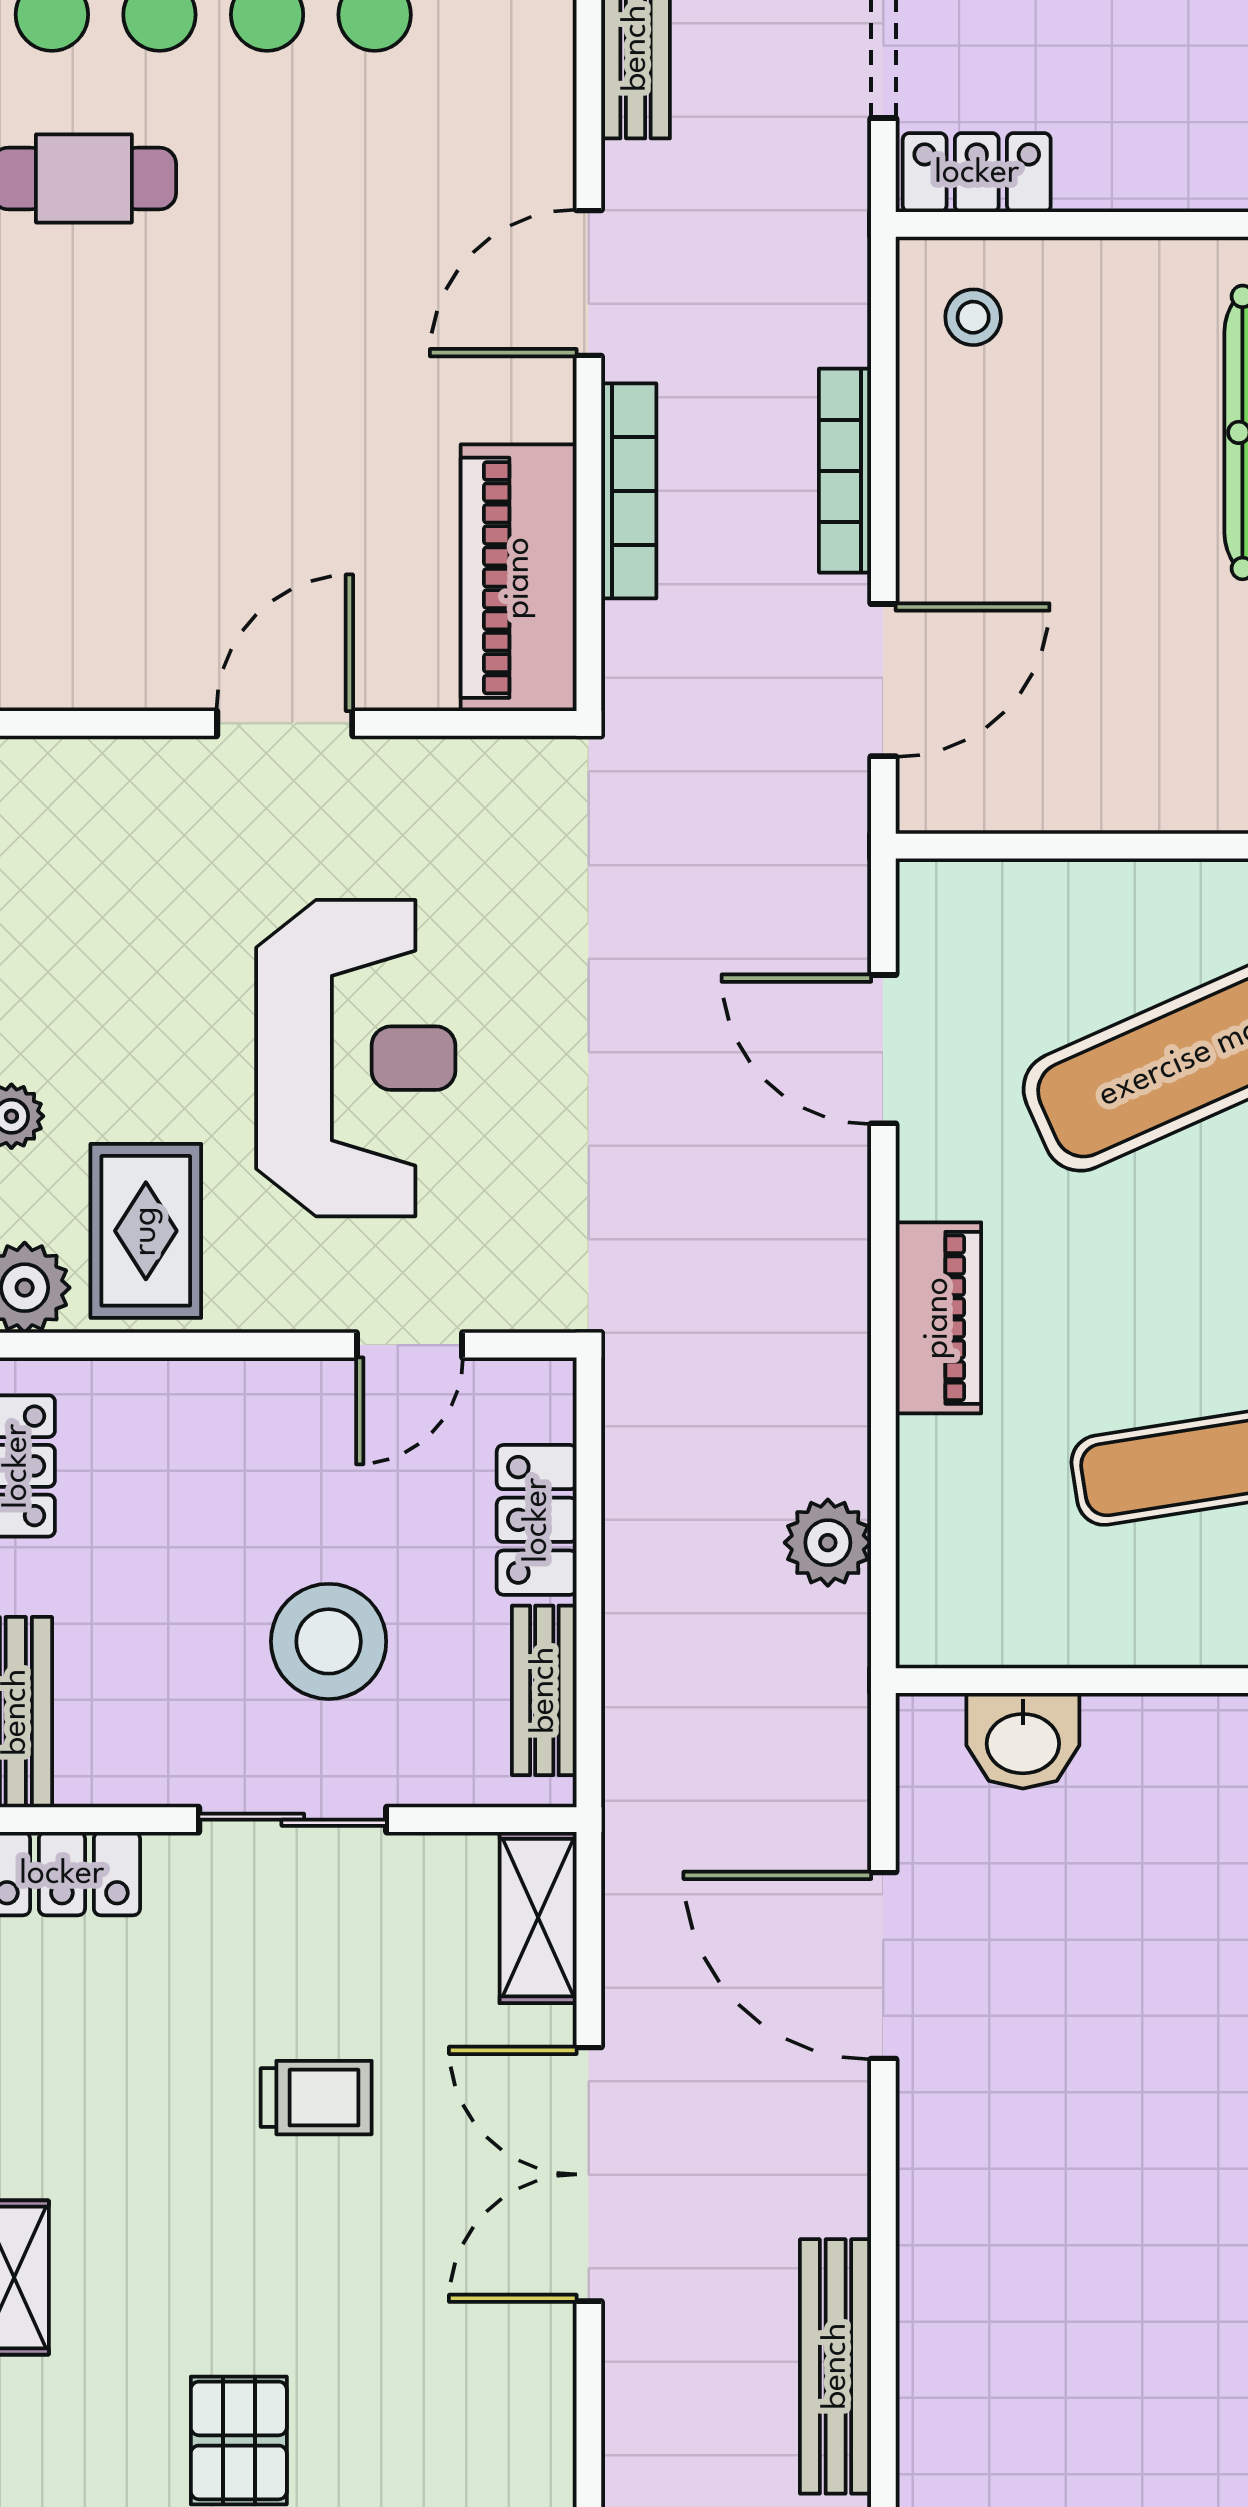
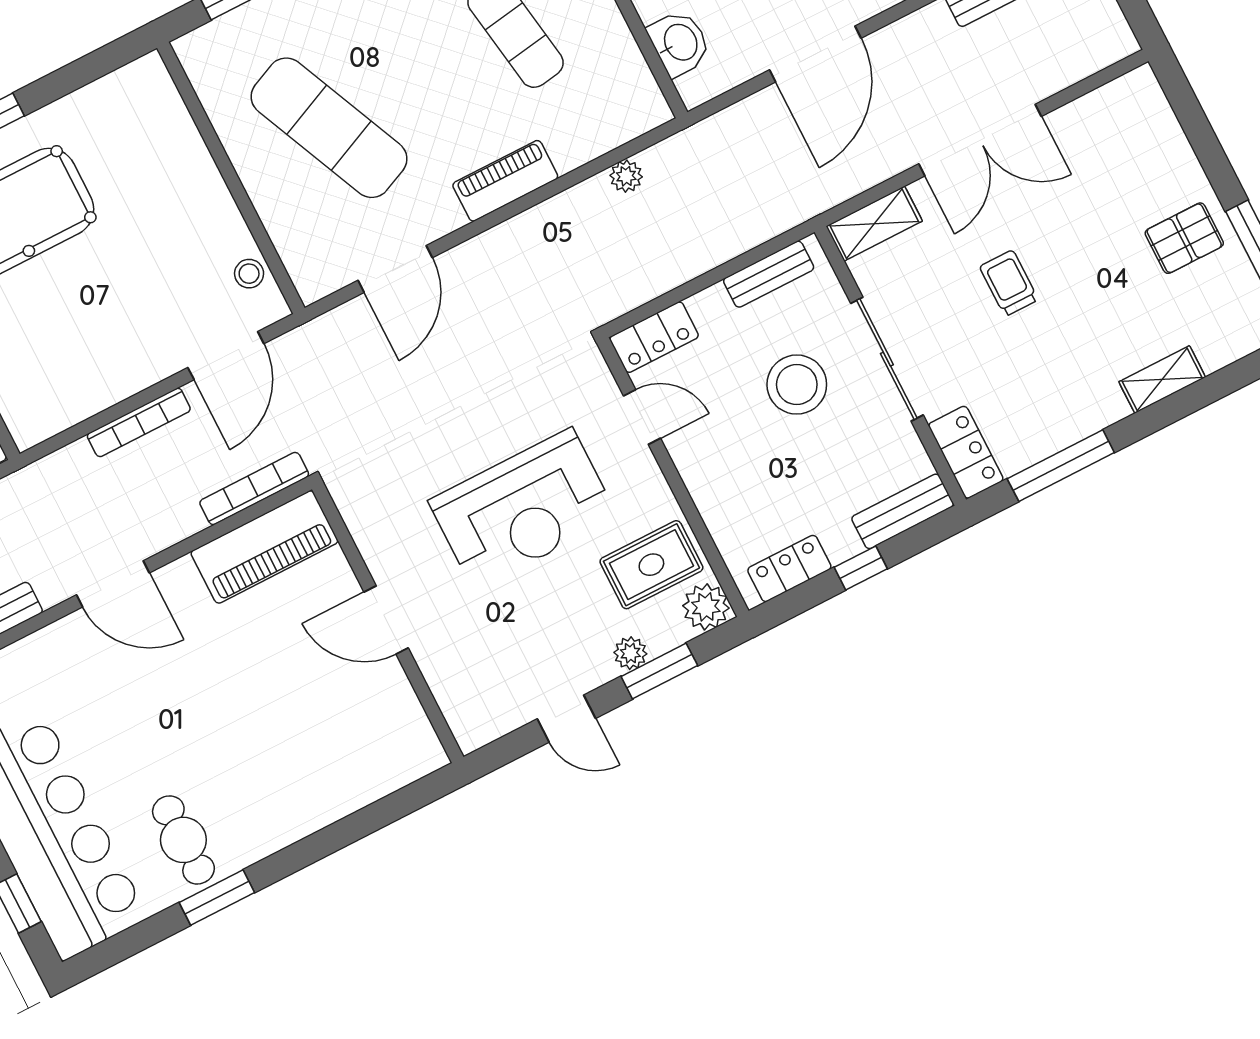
stool: (973, 317) -> (249, 274), moved
bookcase: (629, 491) -> (254, 489), moved
door: (883, 680) -> (226, 356), swing flipped
reception desk: (356, 1058) -> (523, 509), turned 180
locker: (537, 1520) -> (654, 337), moved
plant: (828, 1543) -> (626, 176), width x0.73, depth x0.73
sliding door: (293, 1820) -> (887, 359), width x1.37

